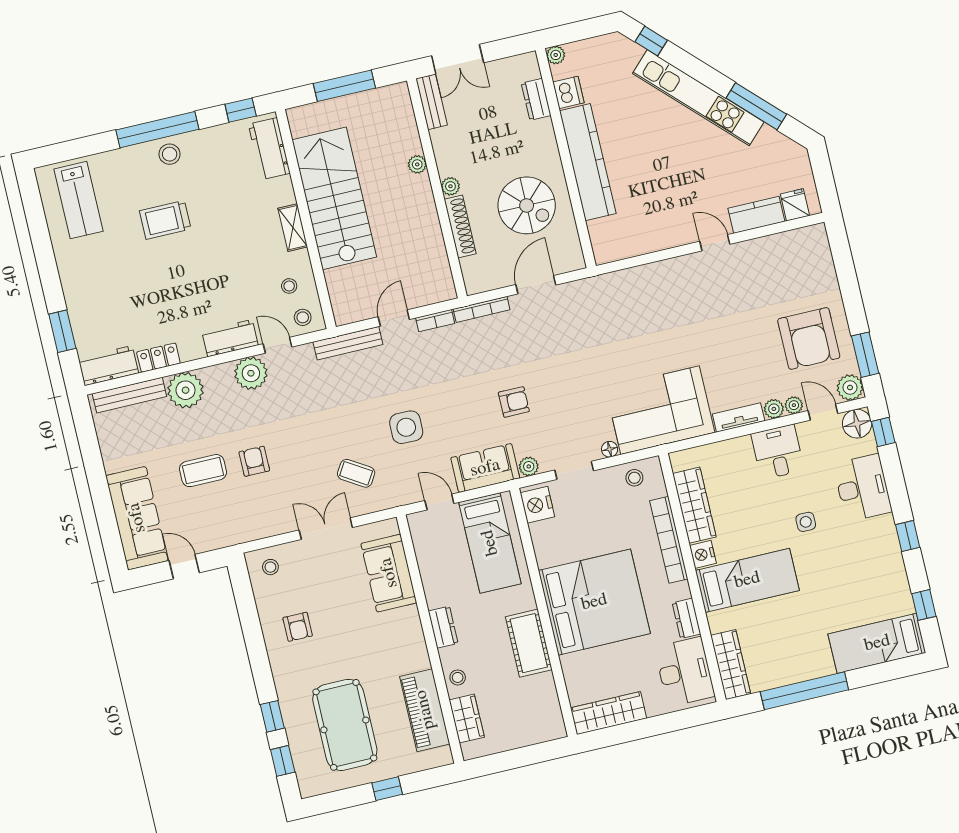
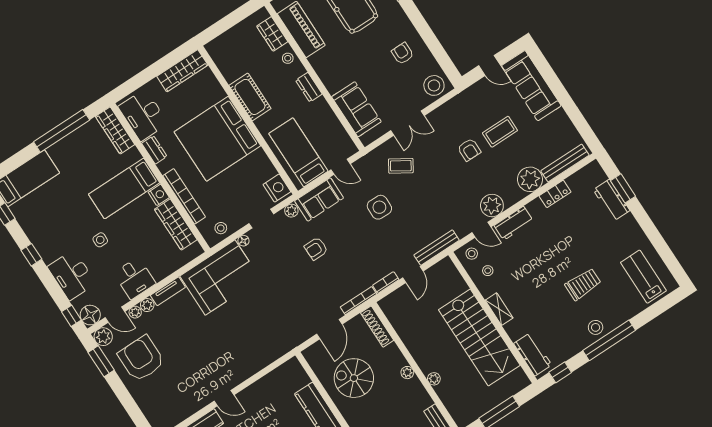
shoe rack: (460, 226) -> (377, 327), moved
workbench: (108, 366) -> (611, 200), moved, turned 90
stool: (270, 567) -> (434, 85), width x1.89, depth x1.89

